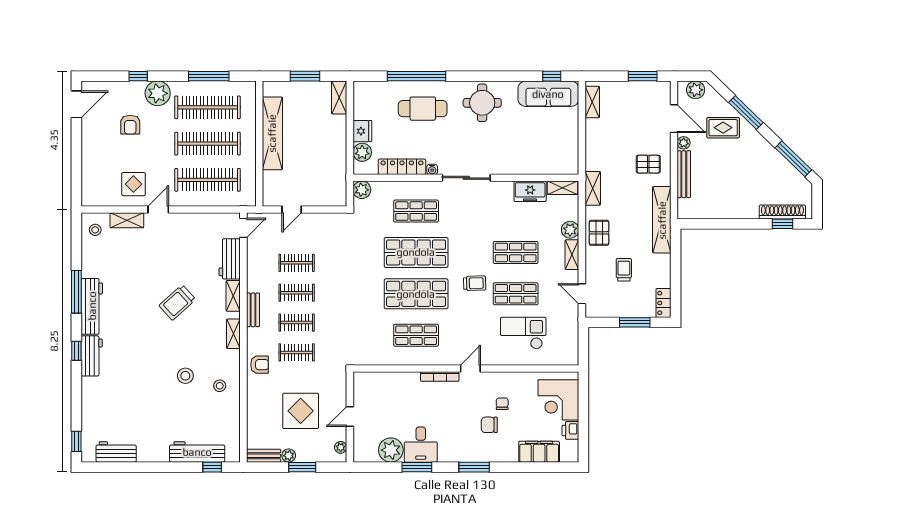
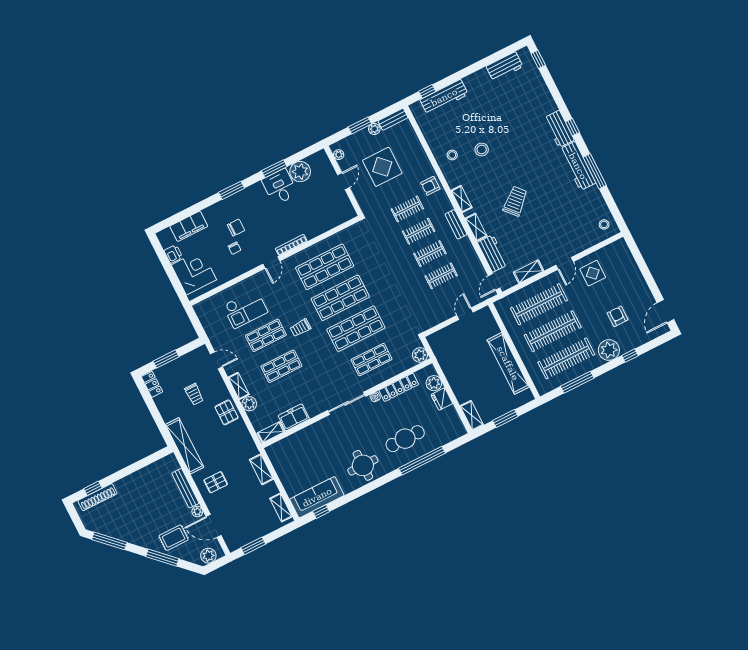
shelving: (593, 188) -> (261, 469), moved
shelving: (127, 220) -> (529, 272), moved
shop shelf: (416, 335) -> (325, 267), width x1.43, depth x1.36

